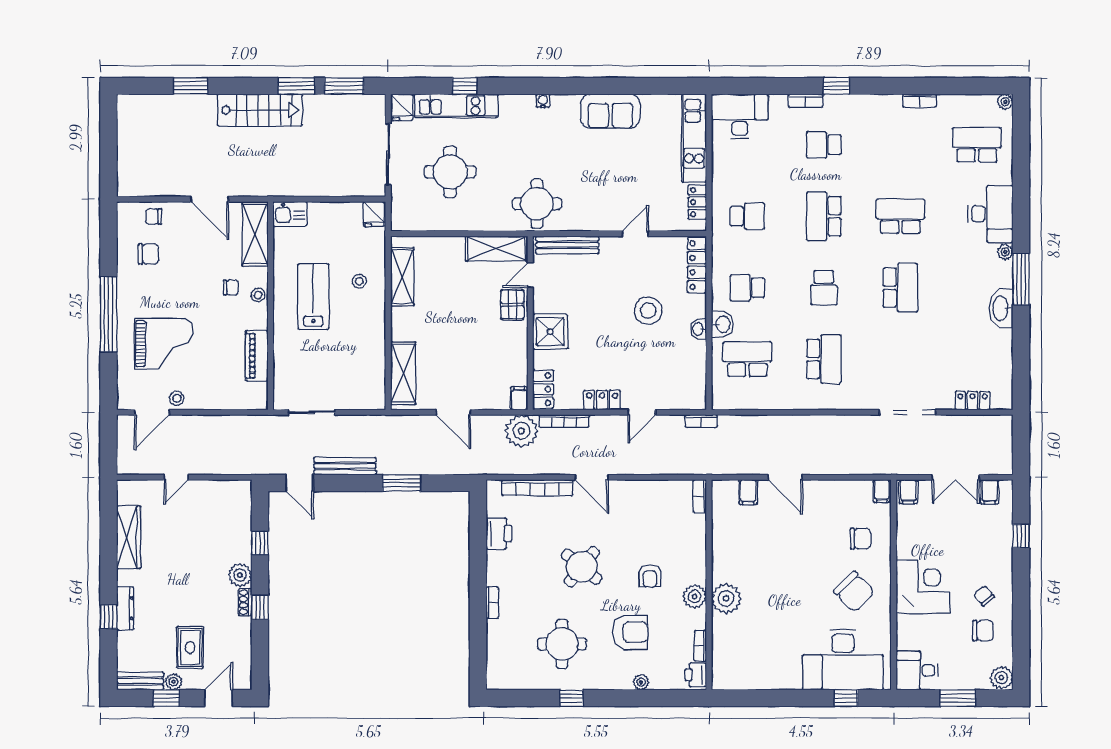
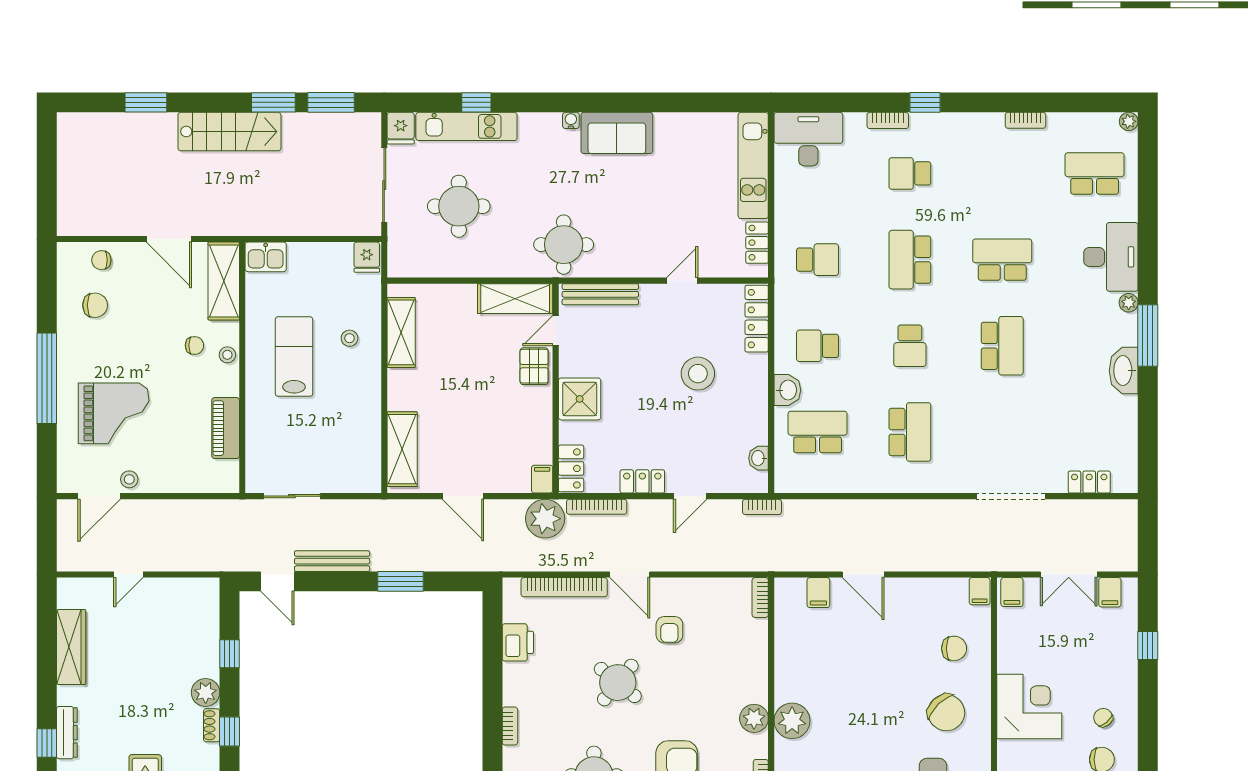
sofa: (610, 111) -> (617, 133), moved
washbasin: (698, 329) -> (759, 458), moved
armchair: (650, 576) -> (669, 630), moved

